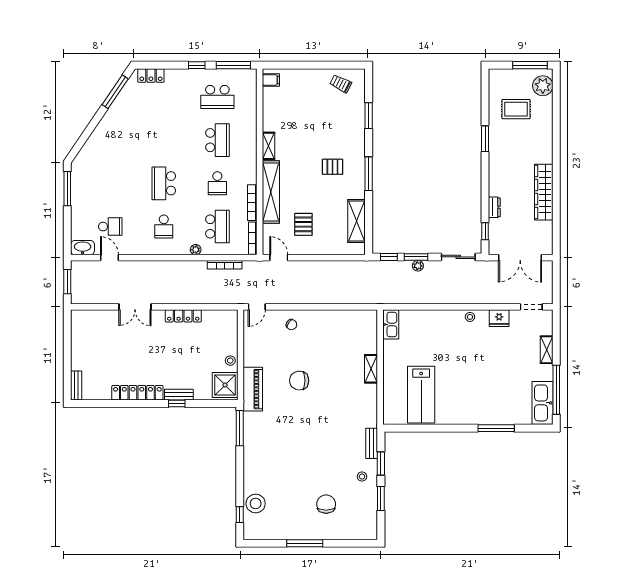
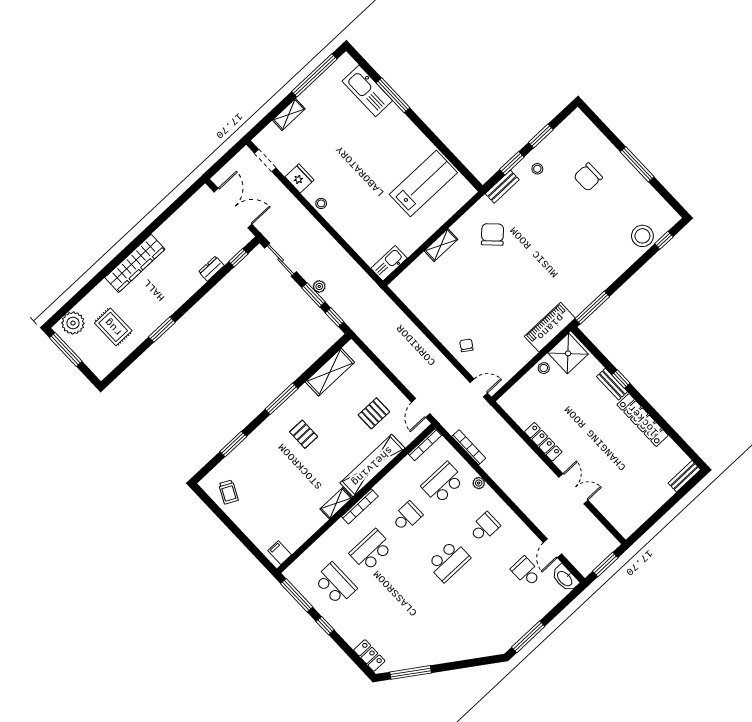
wardrobe: (544, 192) -> (135, 263), moved
bookcase: (252, 203) -> (360, 506), moved
chair: (299, 381) -> (493, 234), moved, turned -135
kitchen sink: (542, 403) -> (367, 91), moved, turned 90

